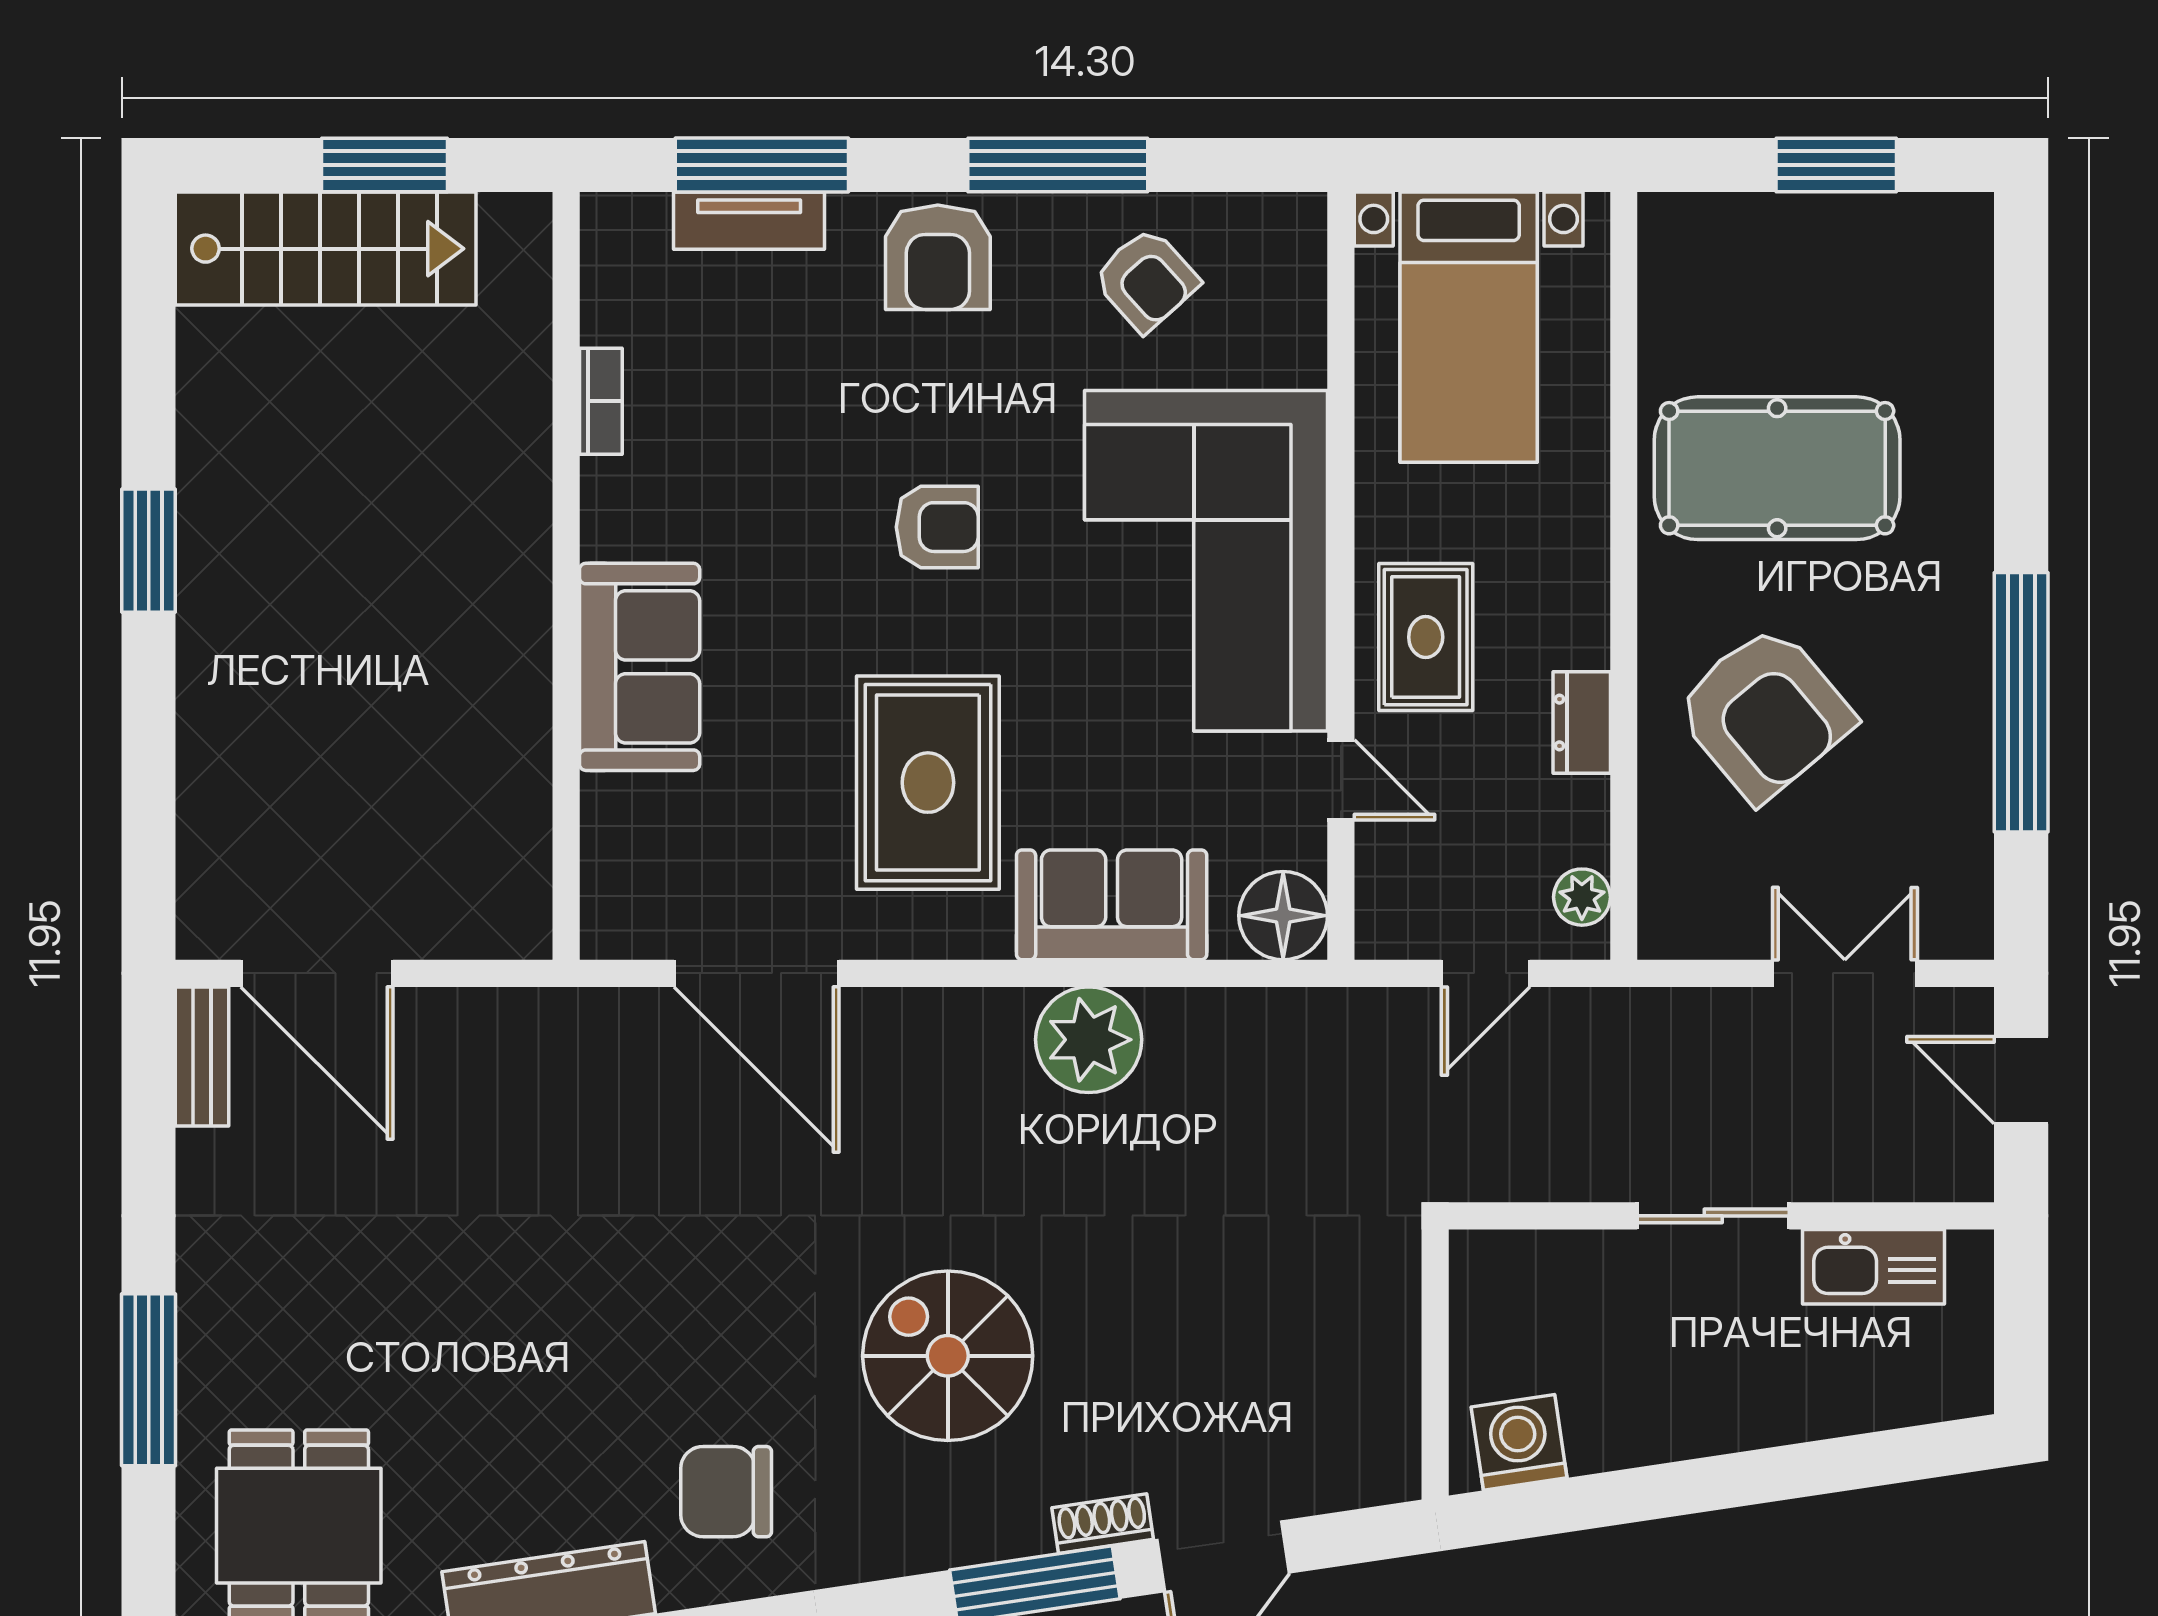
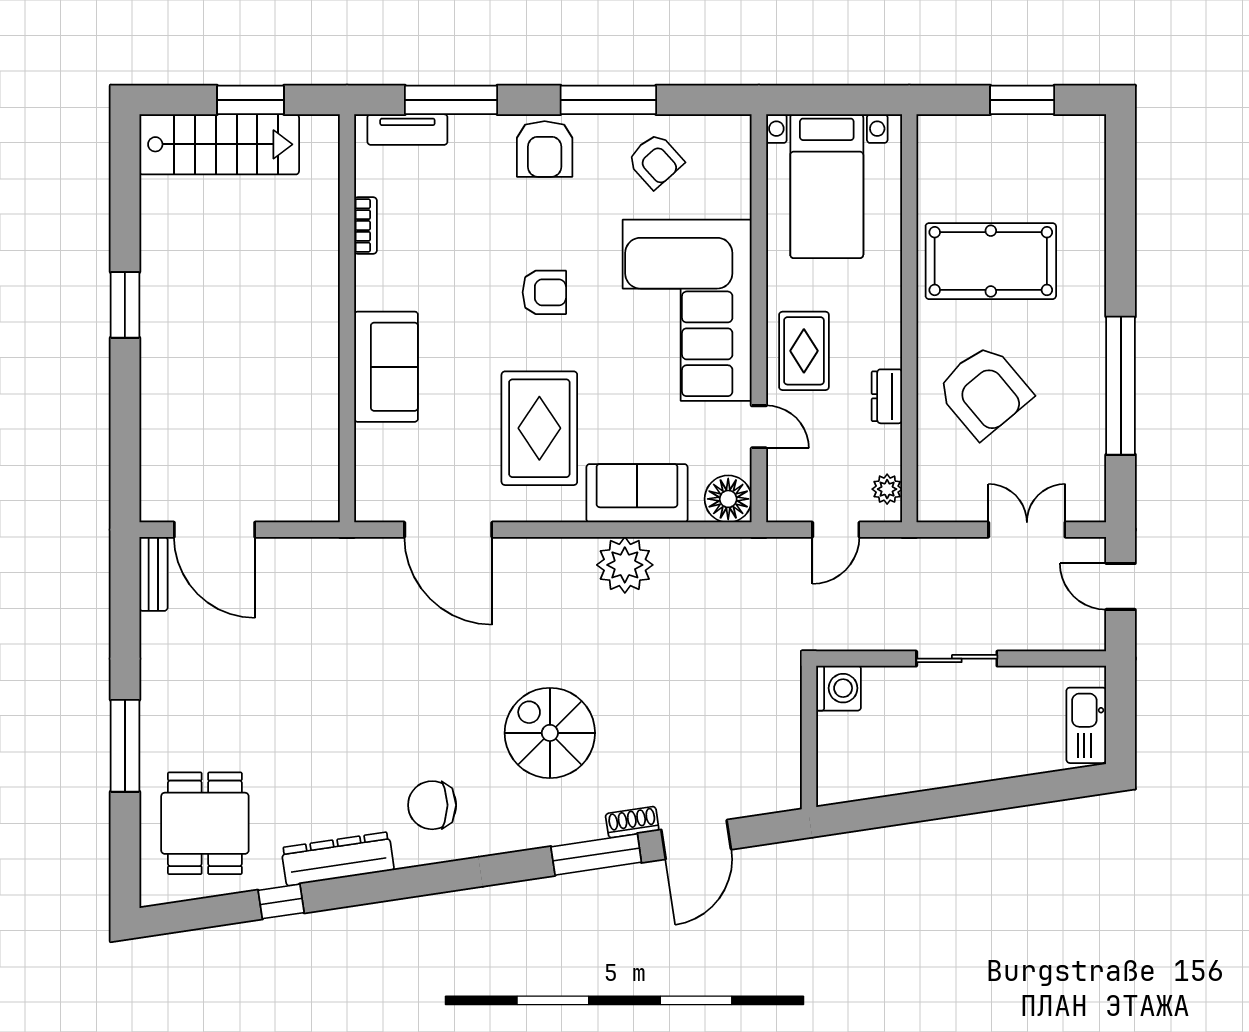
tv unit: (749, 221) -> (407, 130), moved
kitchen sink: (1873, 1267) -> (1086, 725), moved, turned 90
washing machine: (1519, 1442) -> (839, 688), moved, turned 98

